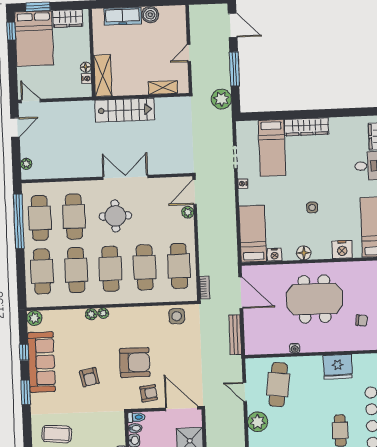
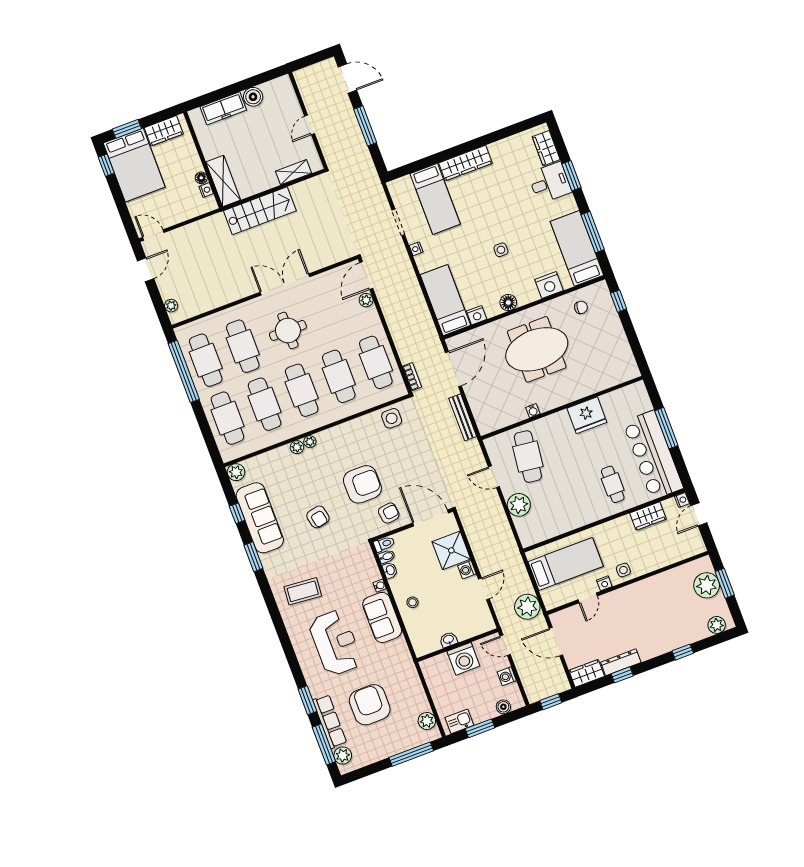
plant: (221, 99) -> (362, 164), removed
door: (241, 293) -> (453, 369), hinge flipped
chair: (362, 320) -> (581, 307), moved

